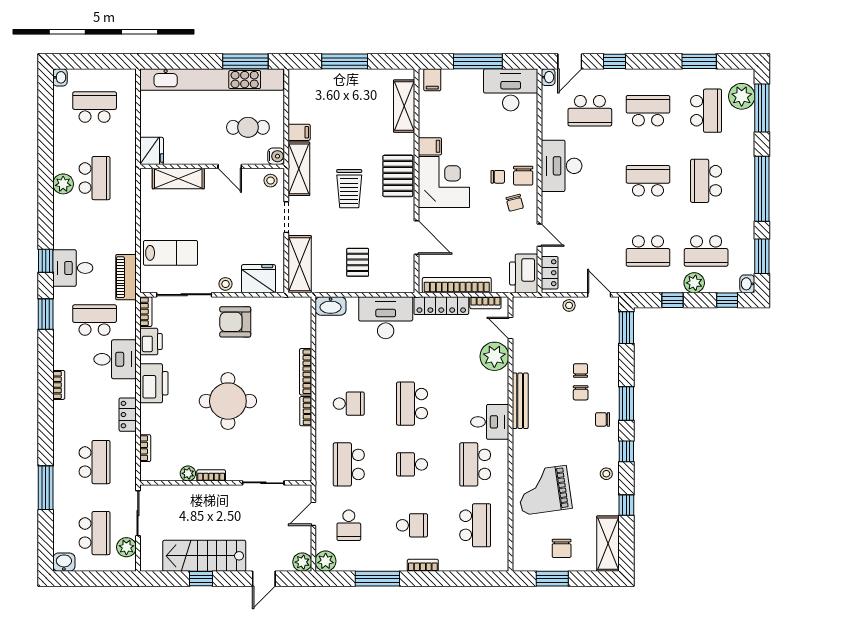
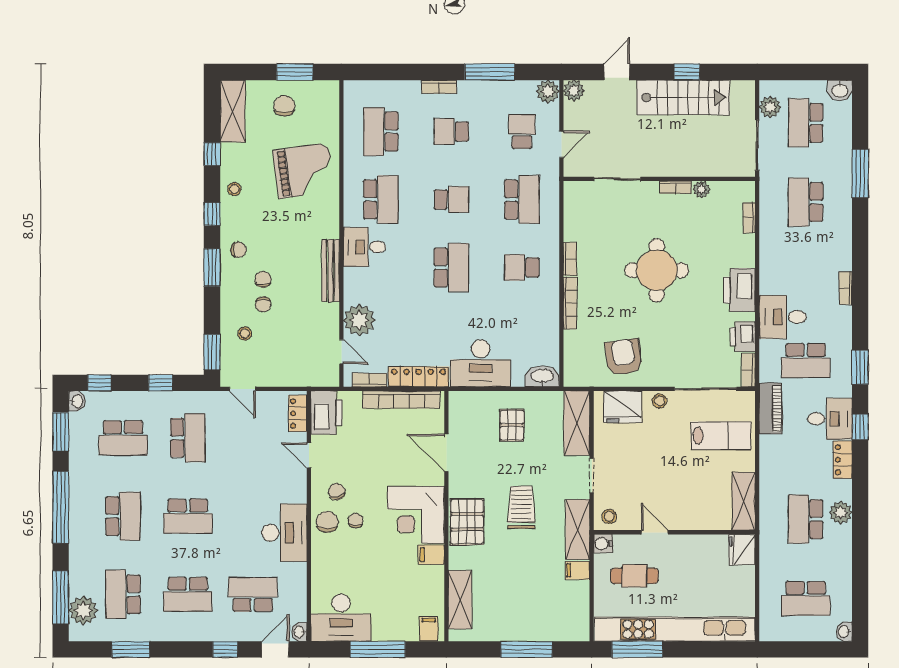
chair: (498, 177) -> (356, 521), turned 90
shelving: (178, 179) -> (744, 501), moved, turned 90
school desk: (648, 251) -> (188, 438), turned 90
school desk: (706, 251) -> (123, 438), turned 180
lab bench: (171, 253) -> (721, 436), turned 180
plant: (694, 283) -> (136, 402), removed
stool: (569, 305) -> (245, 333), moved
armchair: (235, 322) -> (624, 357), moved, turned -98
locker: (128, 415) -> (843, 460), moved, turned 180

